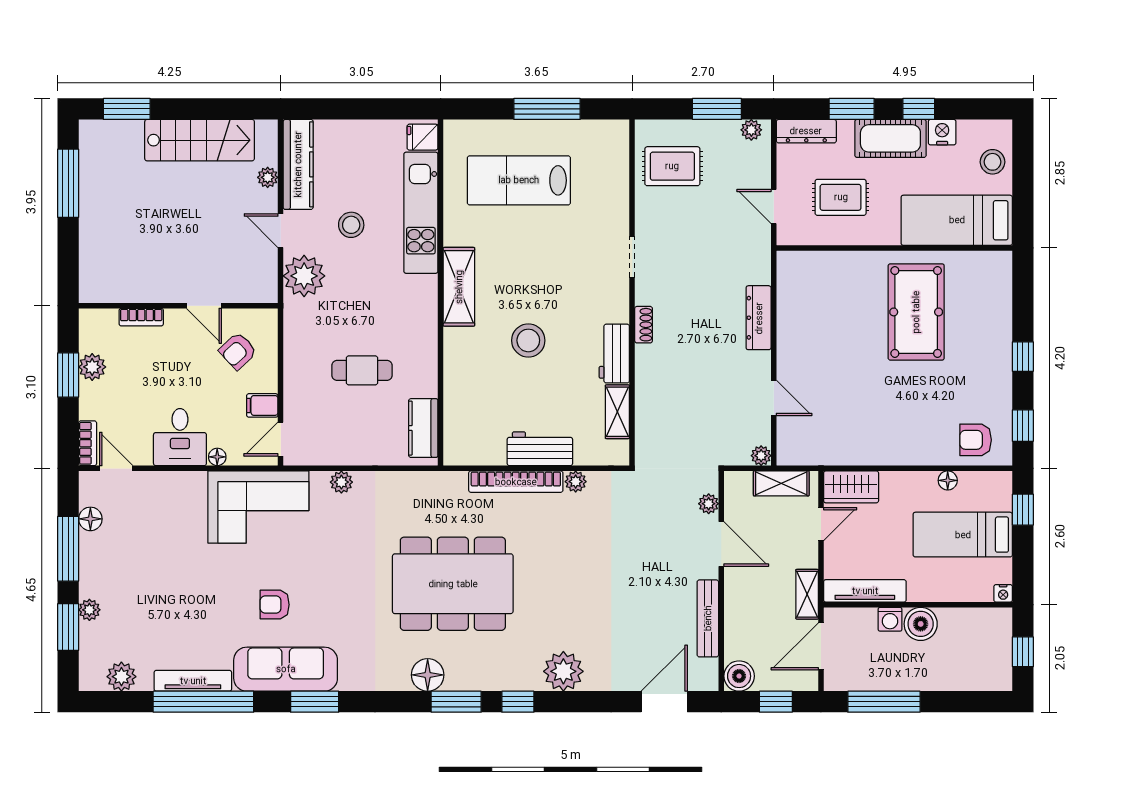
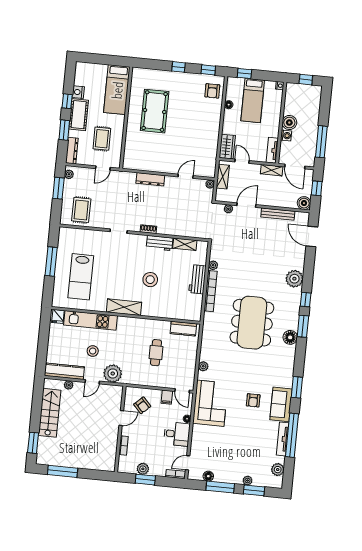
stool: (993, 162) -> (93, 72), removed
pool table: (916, 312) -> (155, 111), turned 90
tv unit: (865, 591) -> (272, 150), width x0.71
sofa: (286, 669) -> (281, 404), width x0.73

